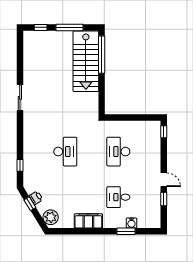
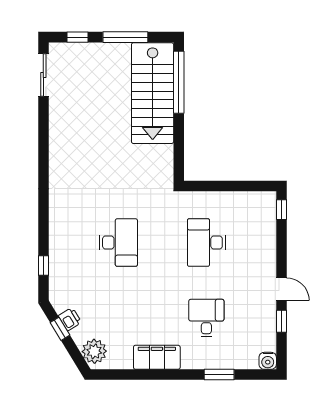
sliding door: (20, 98) -> (43, 75), moved
desk: (118, 197) -> (206, 318), turned 90
water cooler: (131, 223) -> (268, 361), moved

